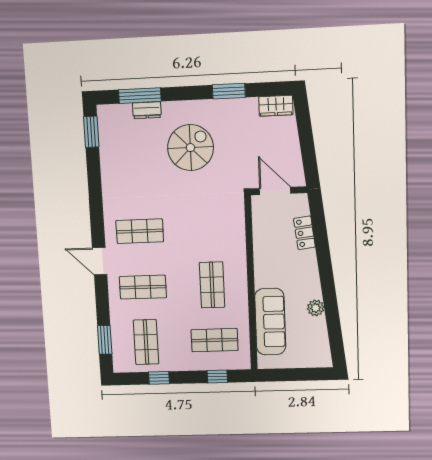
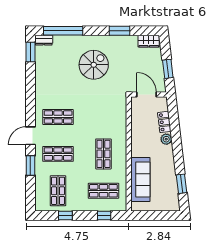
window: (140, 96) -> (63, 31), width x1.46
dresser: (147, 110) -> (44, 40), moved
window: (308, 149) -> (168, 69), added
door: (100, 261) -> (30, 136), hinge flipped
plant: (316, 308) -> (166, 139), moved
window: (334, 326) -> (181, 184), added
window: (105, 340) -> (30, 165), moved

